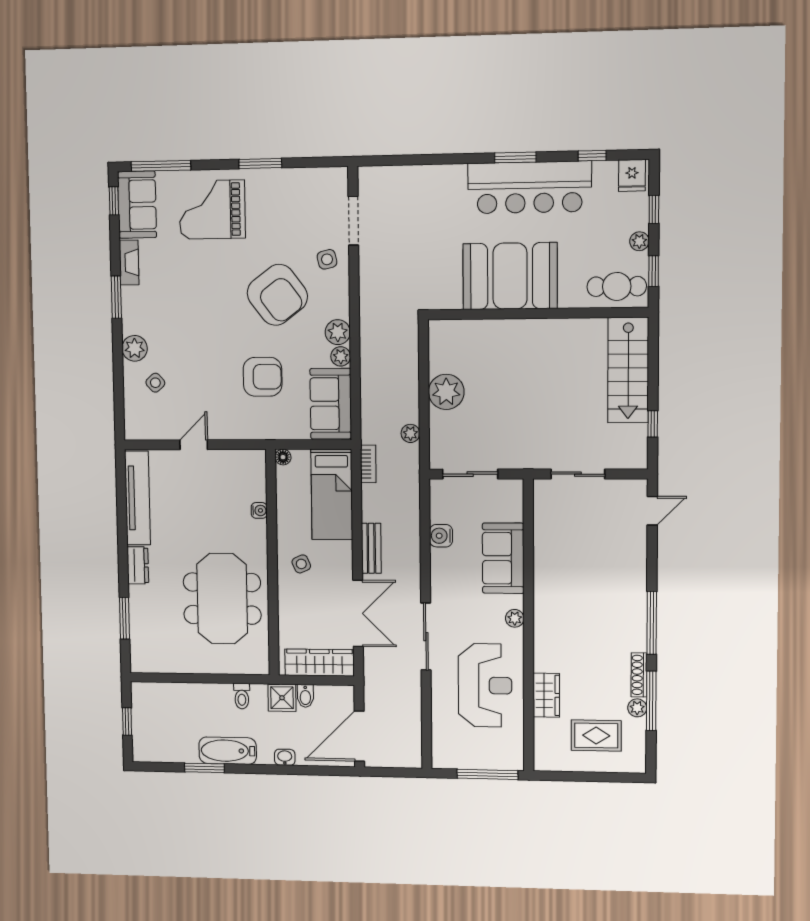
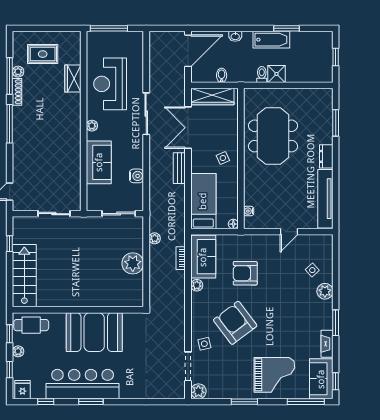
plant: (338, 332) -> (198, 391), moved
bookcase: (368, 464) -> (181, 258), moved
water cooler: (259, 510) -> (249, 211), moved
shower: (282, 698) -> (276, 74), moved

